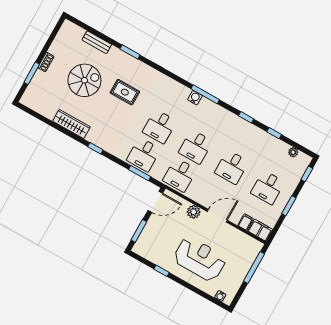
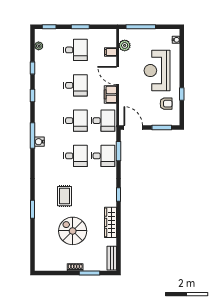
bench: (97, 42) -> (112, 258), moved
plant: (194, 212) -> (125, 45), moved
filing cabinet: (260, 230) -> (110, 94), moved
armchair: (161, 249) -> (166, 104), added

